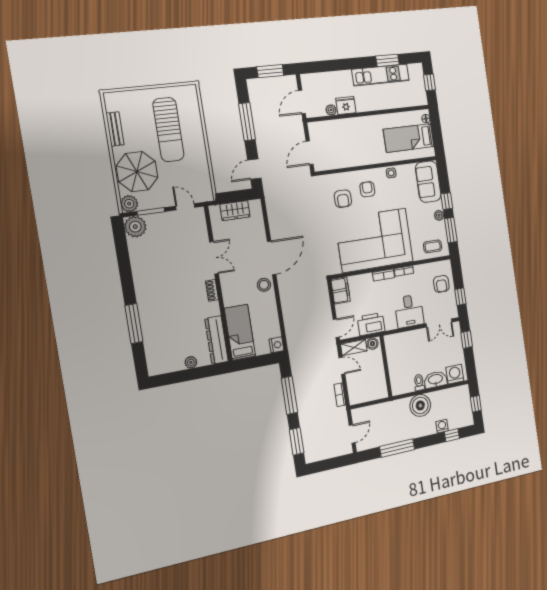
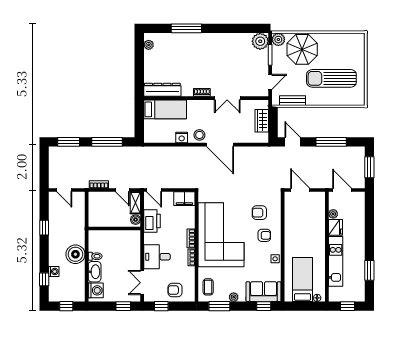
kitchen unit: (381, 75) -> (336, 261), moved, turned 180
bench: (115, 129) -> (293, 101), moved
window: (447, 201) -> (264, 306), moved
nightstand: (276, 345) -> (182, 138), moved
plant: (191, 362) -> (149, 45), moved
door: (342, 366) -> (122, 190), hinge flipped
window: (397, 448) -> (44, 228), width x0.46

